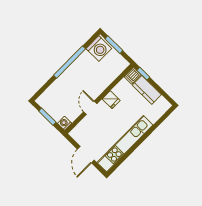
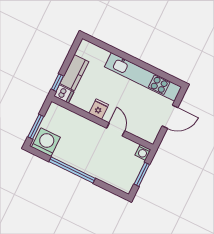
door: (90, 108) -> (116, 129), swing flipped

